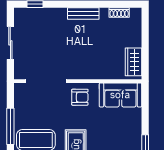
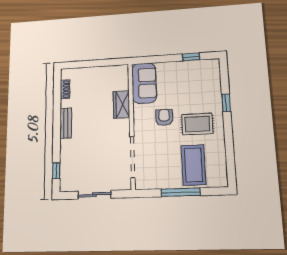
wardrobe: (133, 62) -> (121, 104), moved, turned 90
armchair: (80, 97) -> (164, 117), moved

